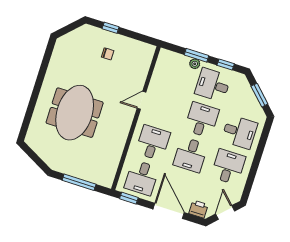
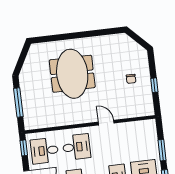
window: (111, 28) -> (154, 85), moved
plant: (195, 64) -> (155, 152), removed
meeting table: (75, 113) -> (72, 74), turned 90

